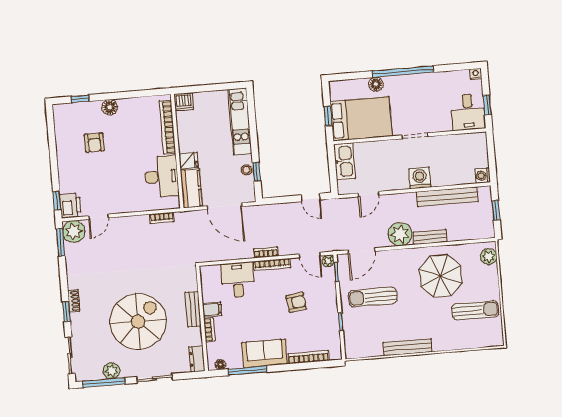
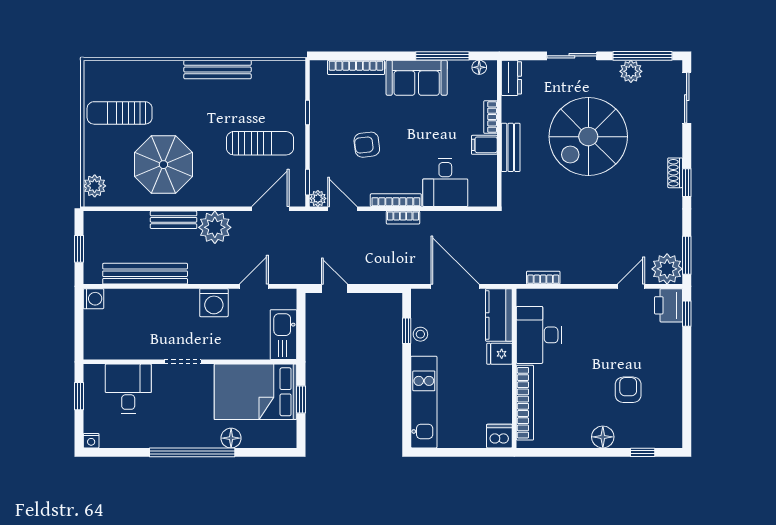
desk: (468, 112) -> (128, 389), moved
washing machine: (420, 178) -> (214, 303), moved
window: (66, 312) -> (687, 183), moved

